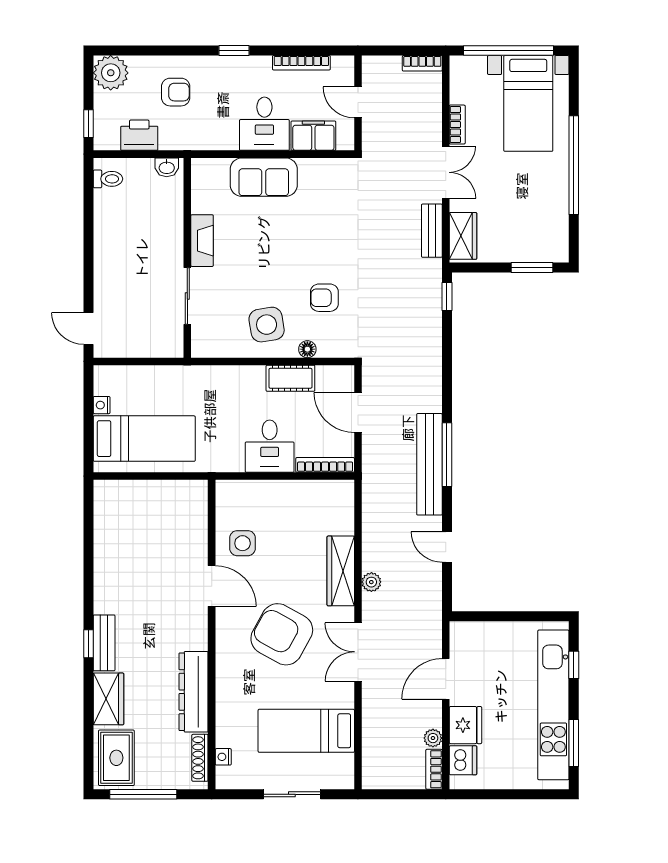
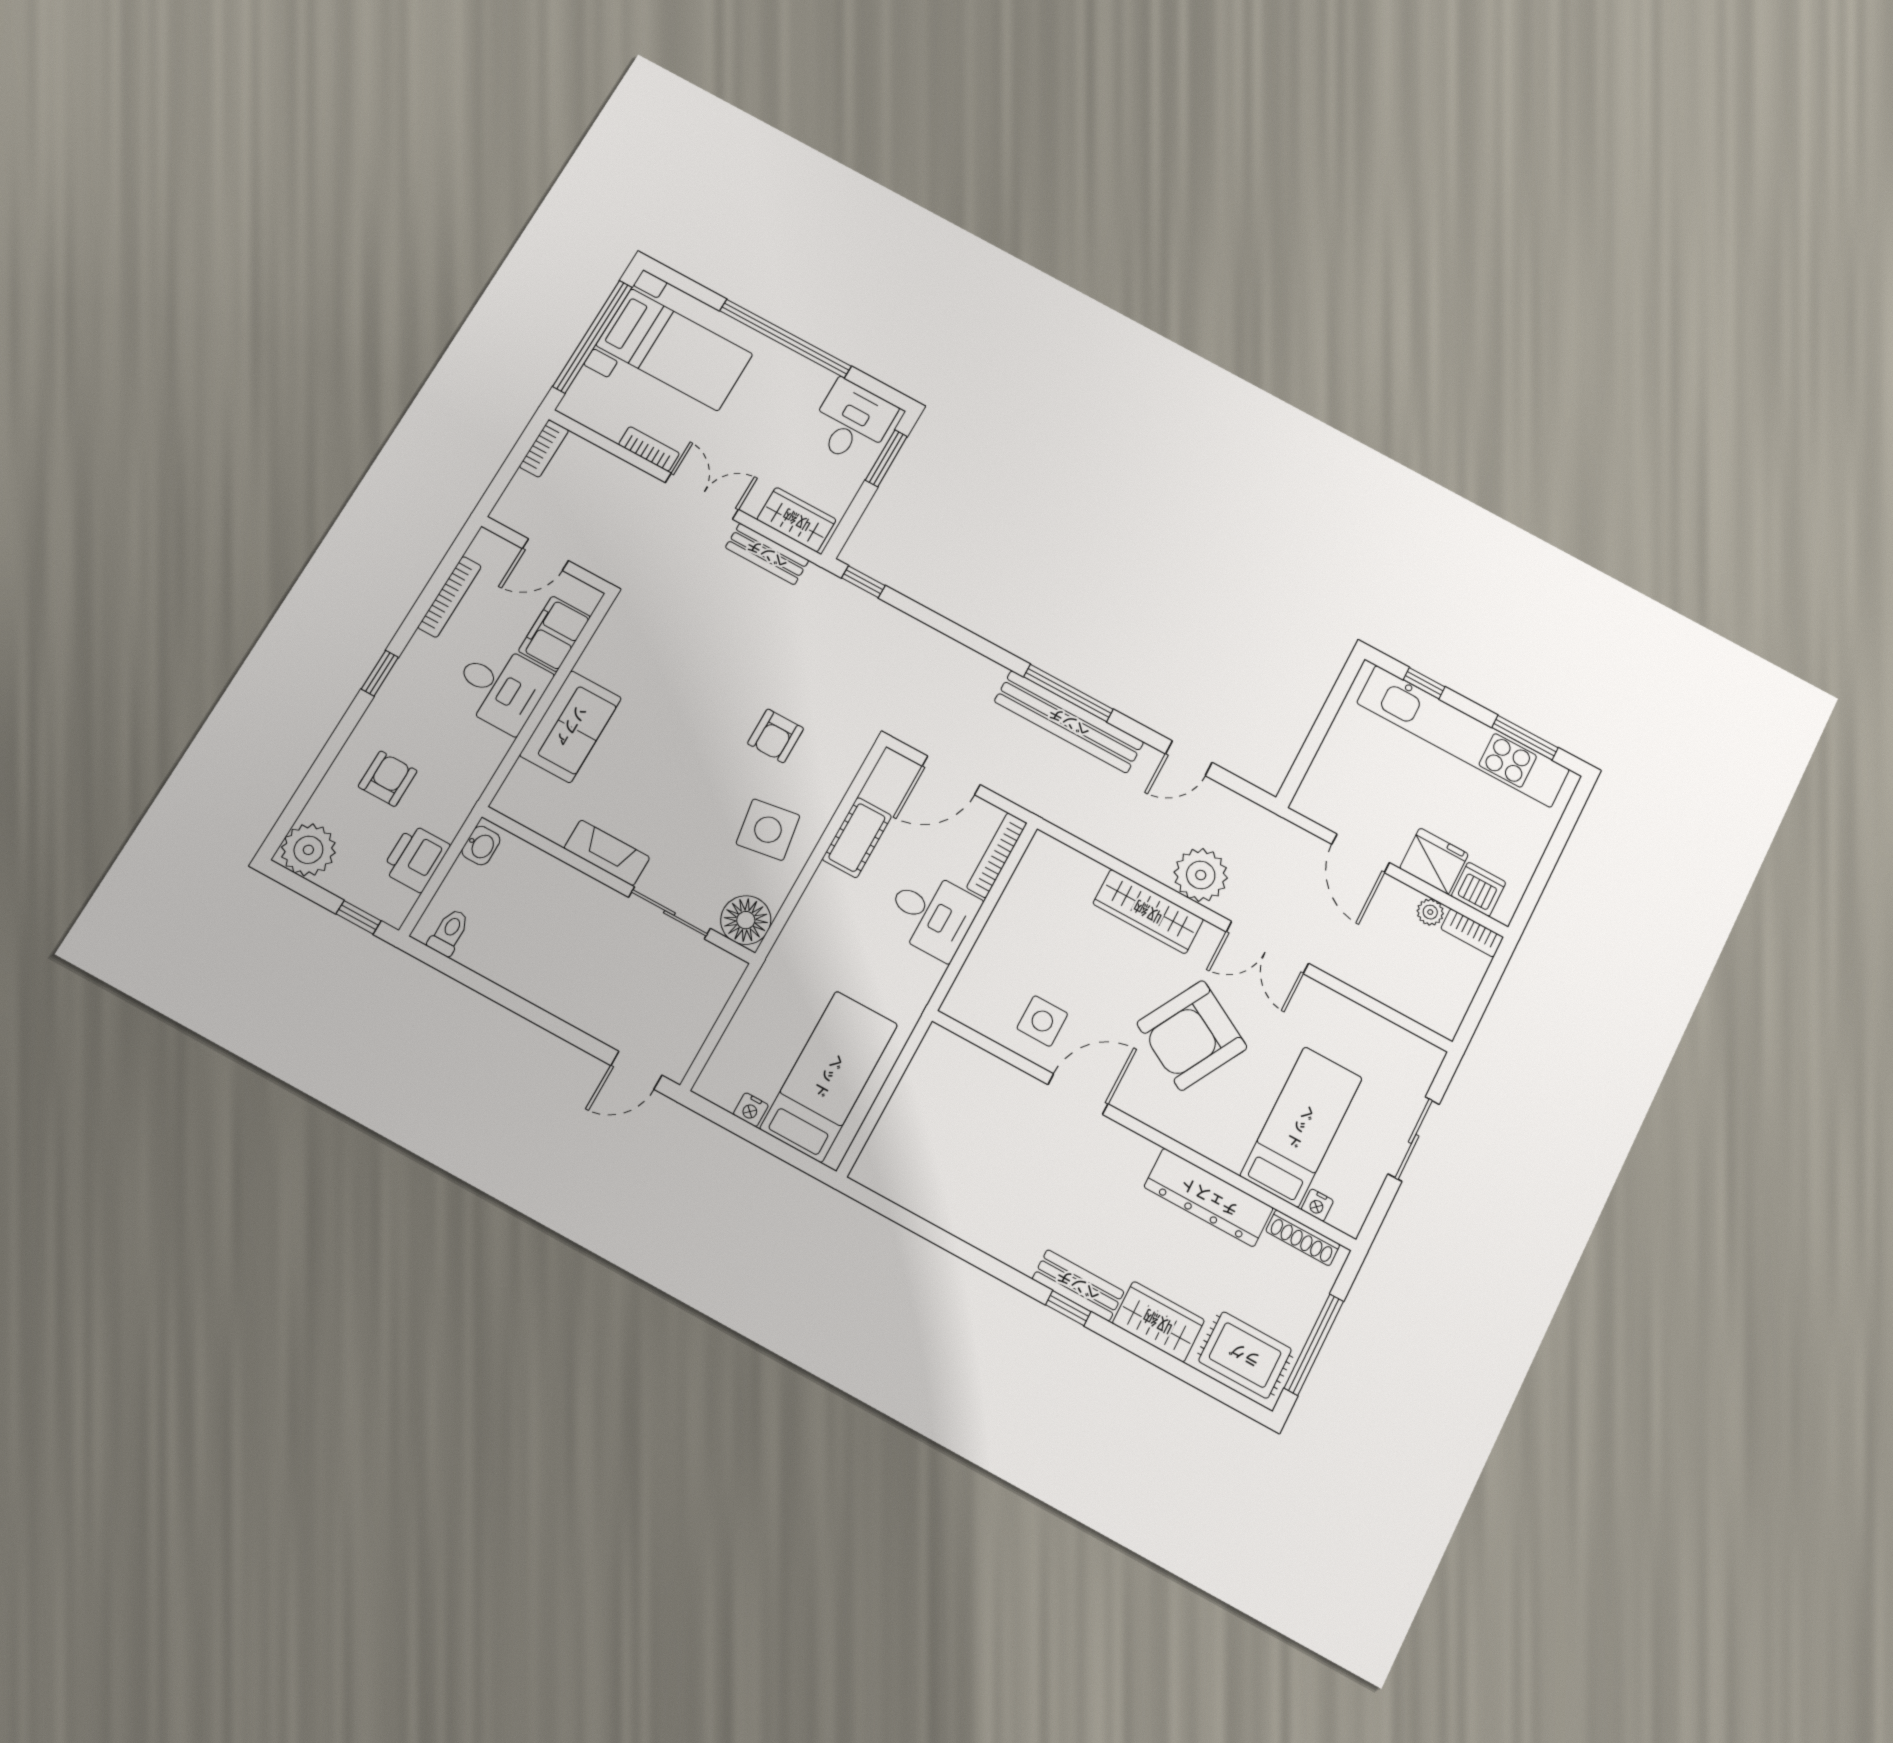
desk: (543, 234) -> (852, 422), added
floor lamp: (307, 349) -> (746, 920), moved, width x1.89, depth x1.89
plant: (371, 582) -> (1201, 875), width x1.88, depth x1.88
bed: (306, 731) -> (1301, 1127), moved, turned 180

